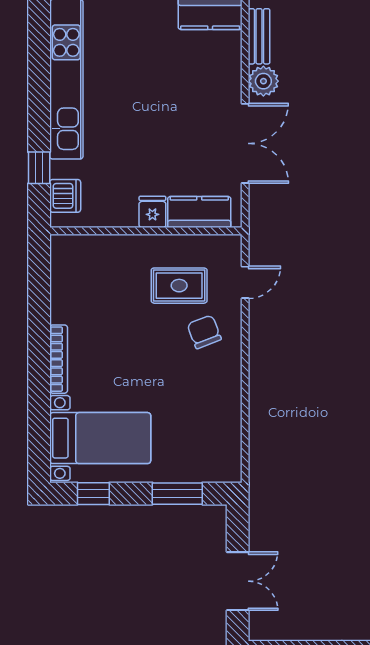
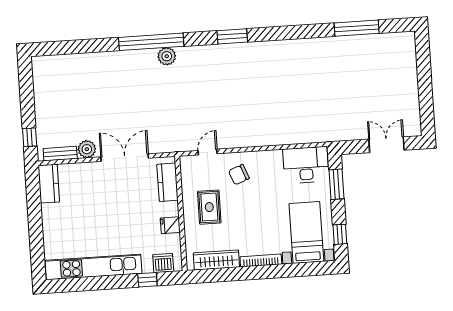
fridge: (152, 212) -> (170, 225), moved
door: (245, 282) -> (208, 152), hinge flipped
wardrobe: (64, 285) -> (216, 260), added
rug: (179, 286) -> (209, 207), moved
desk: (213, 445) -> (306, 165), added

